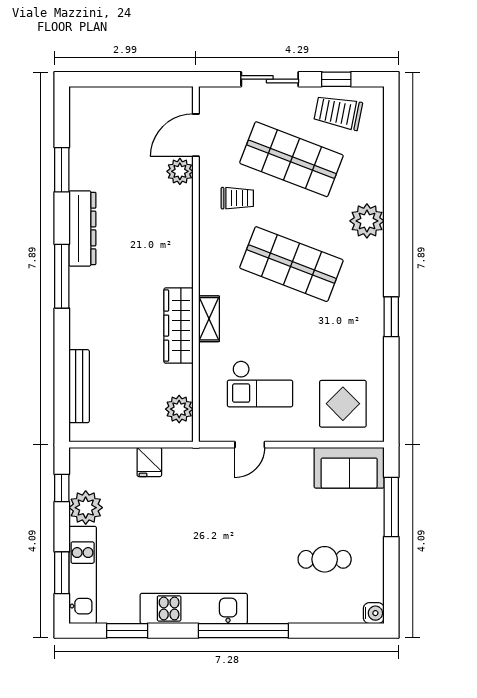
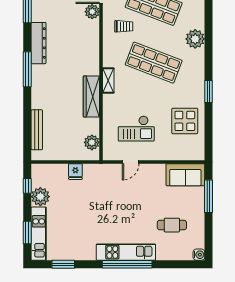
shelving: (209, 319) -> (108, 80), moved
display table: (343, 404) -> (185, 121), moved
kitchen unit: (194, 608) -> (126, 252), moved

